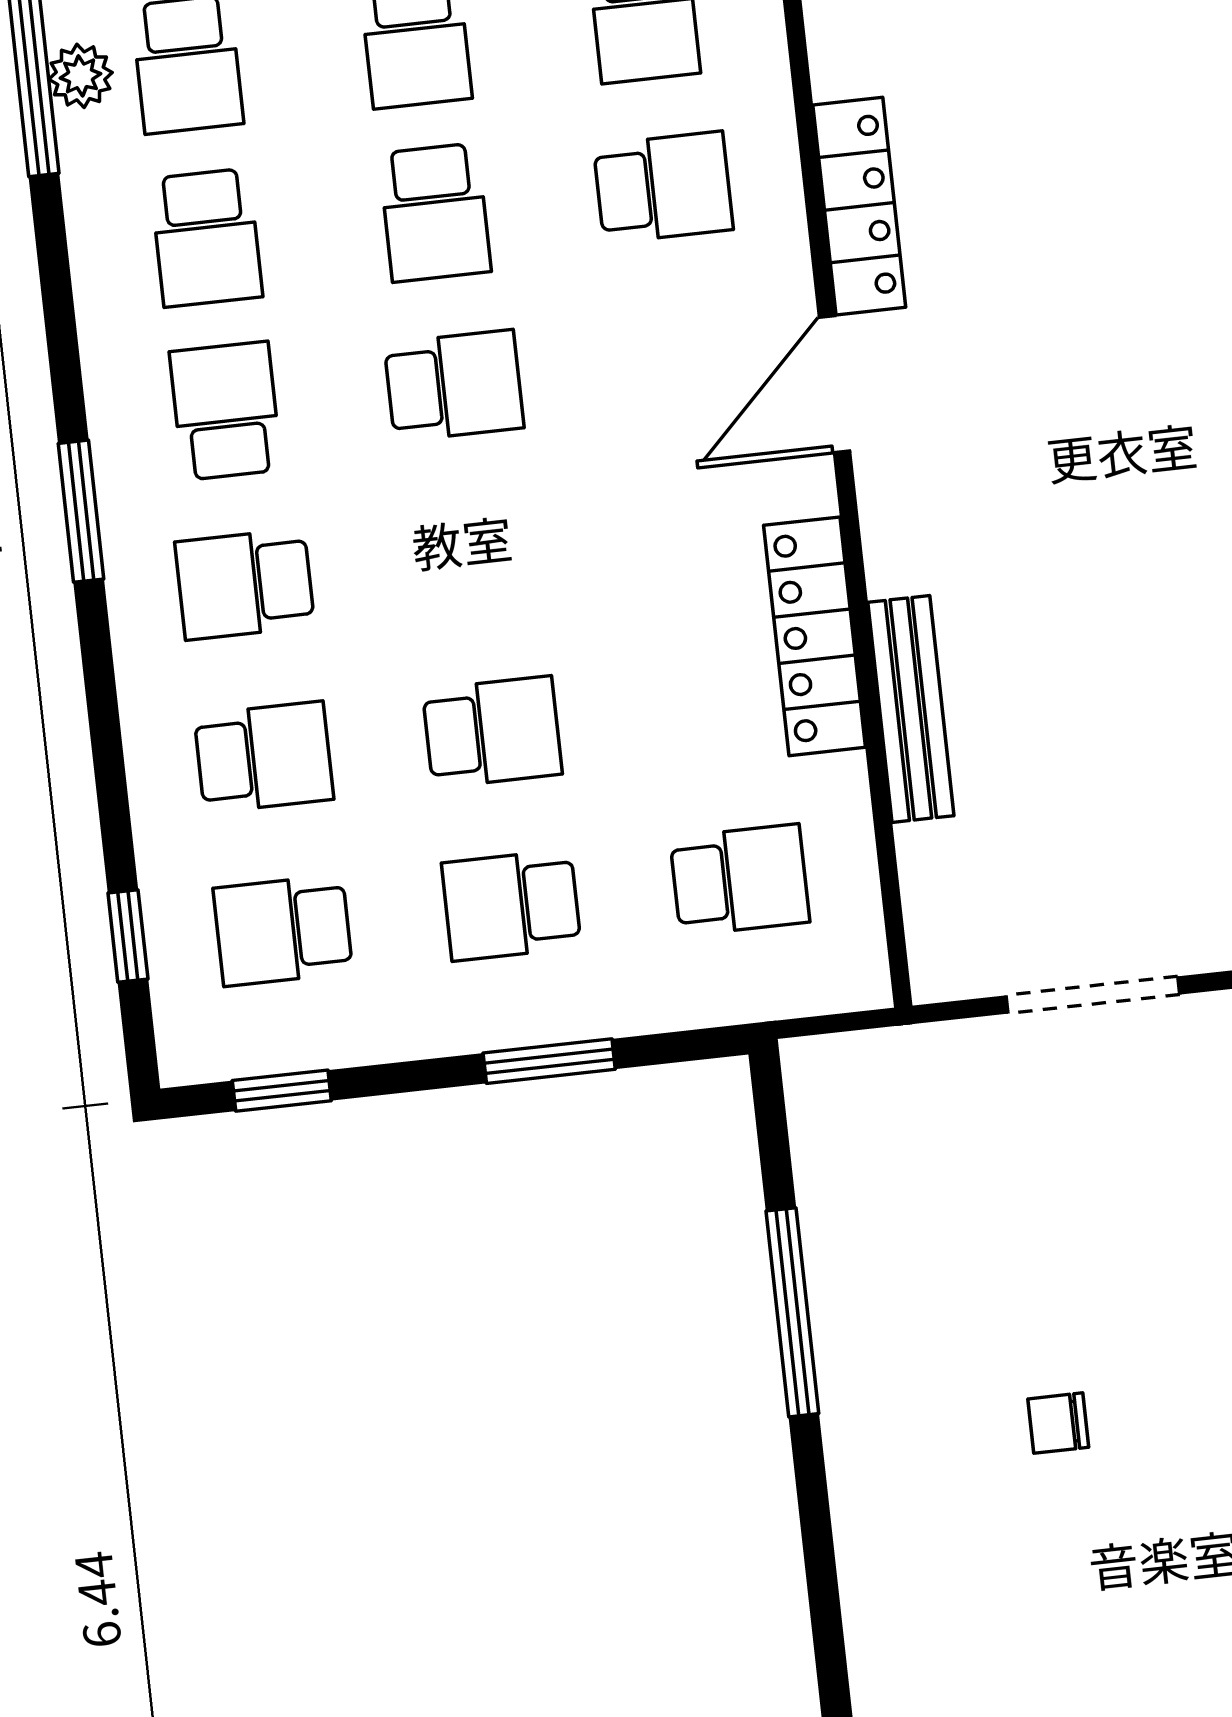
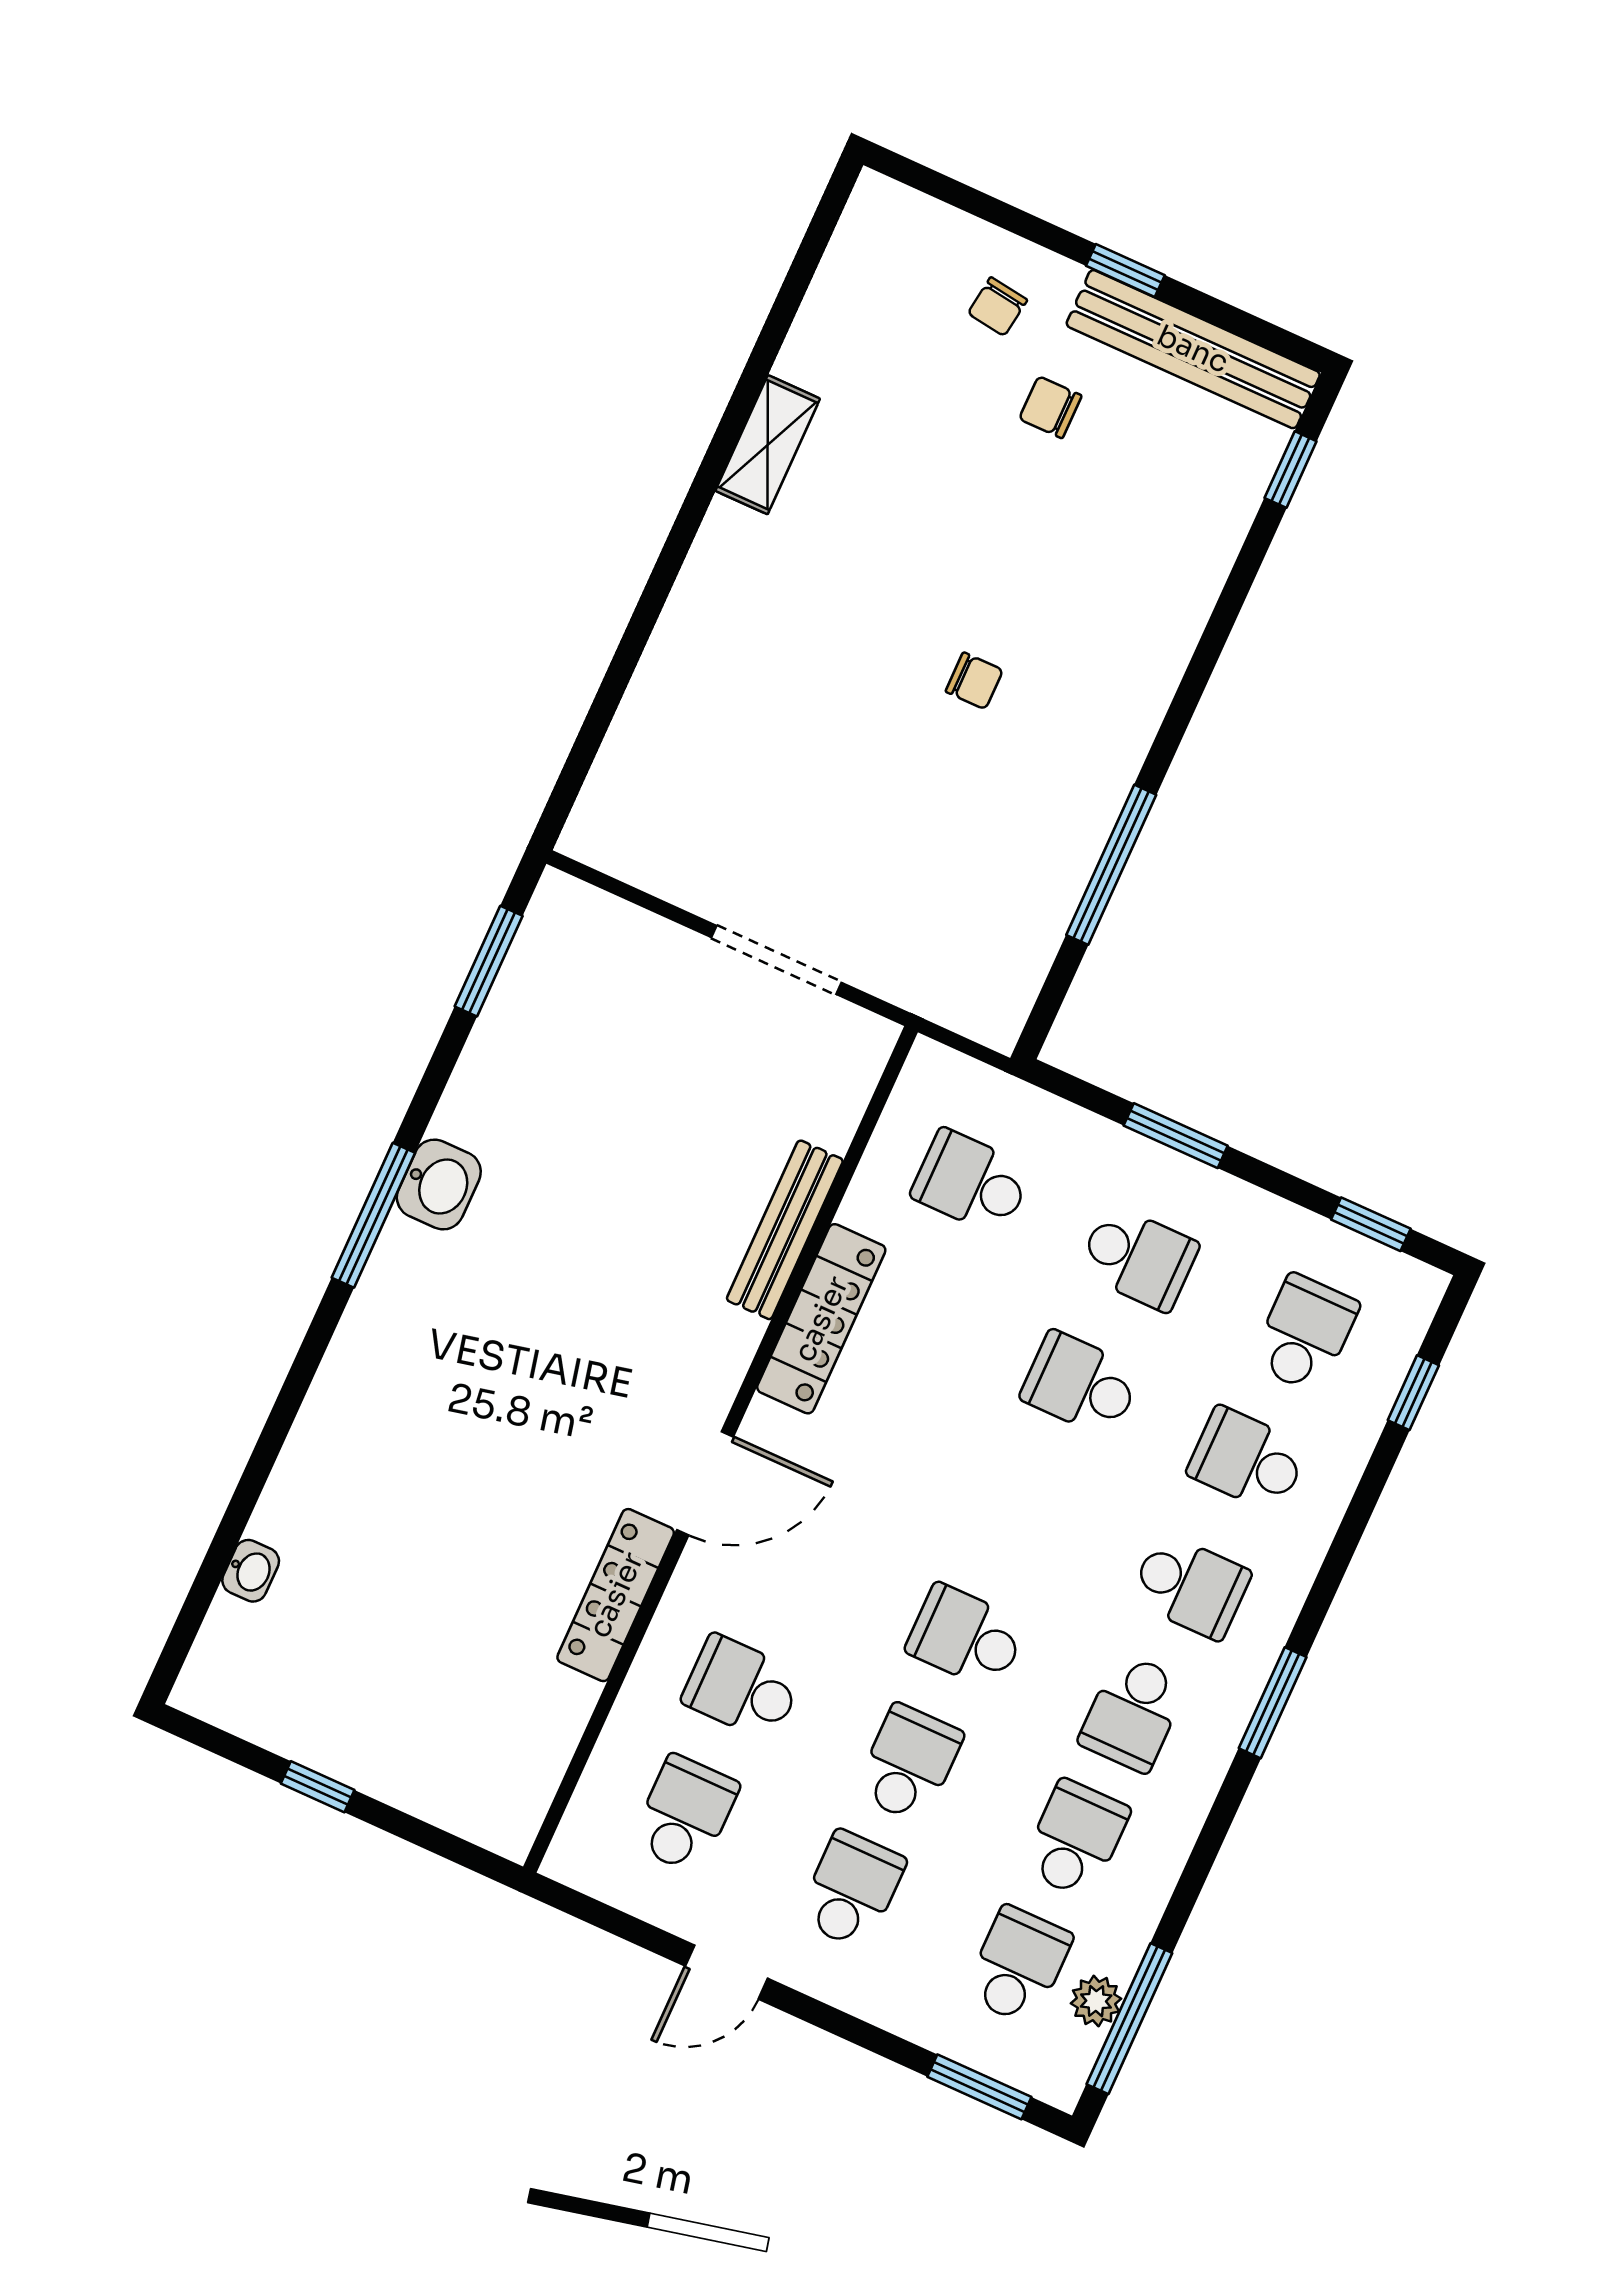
school desk: (283, 930) -> (1305, 1334), turned -90

